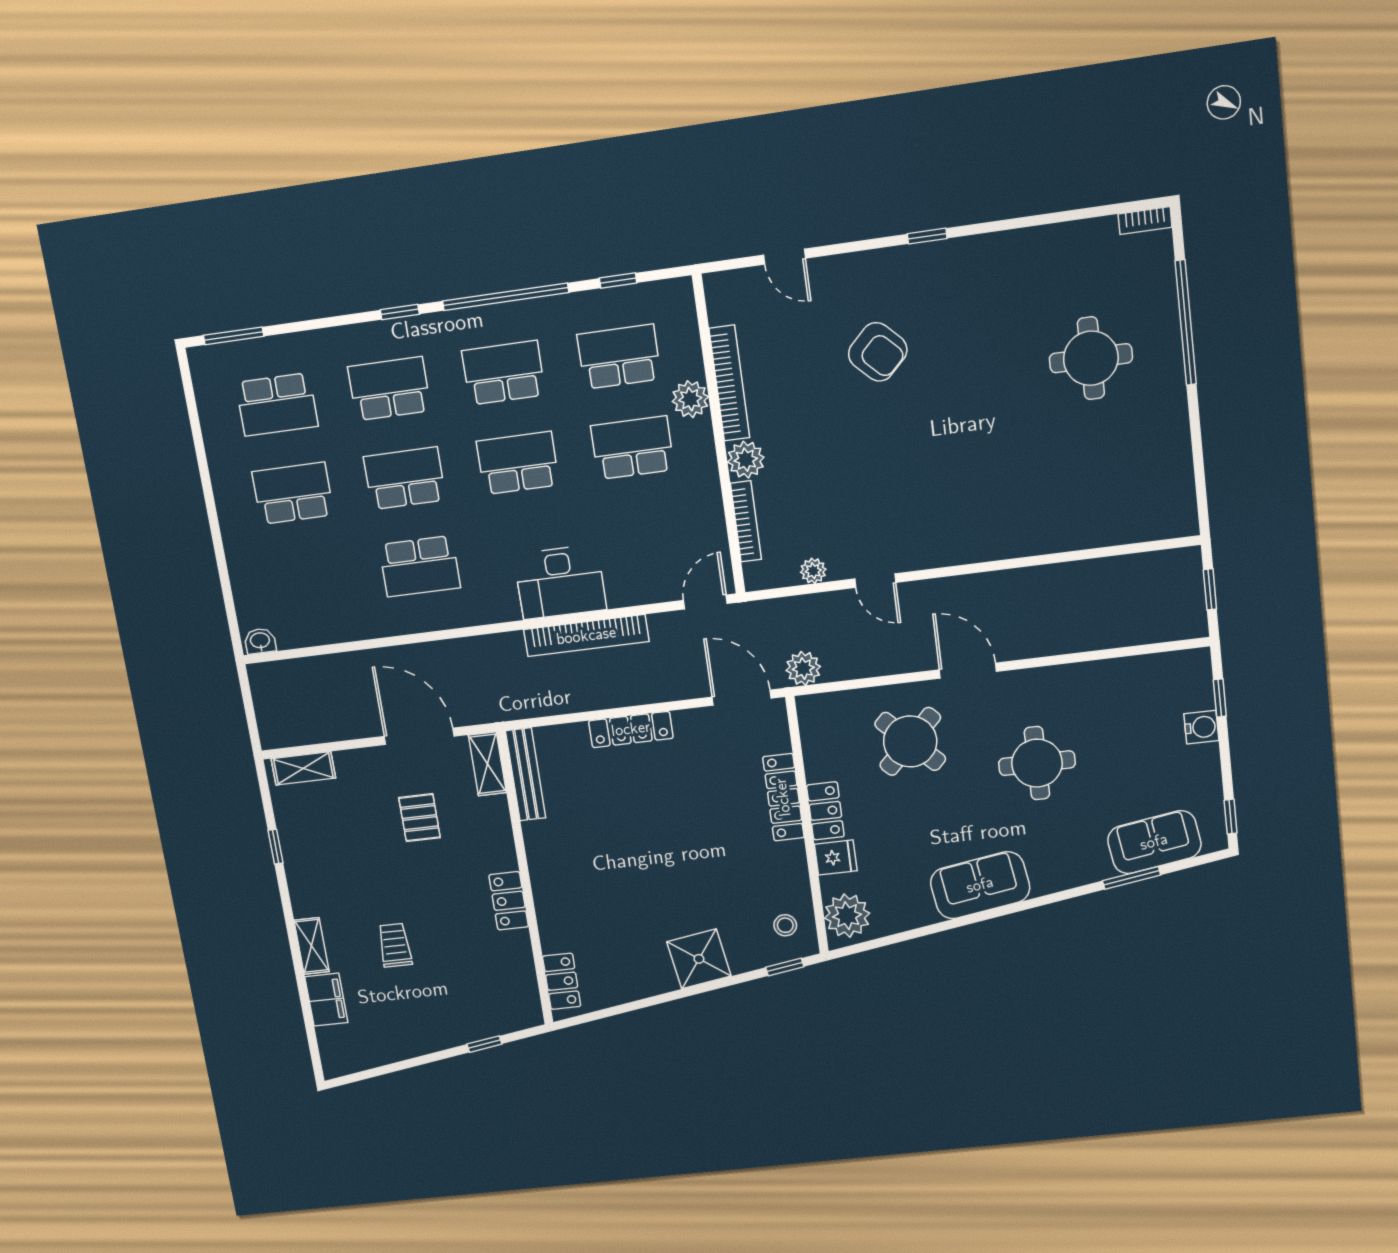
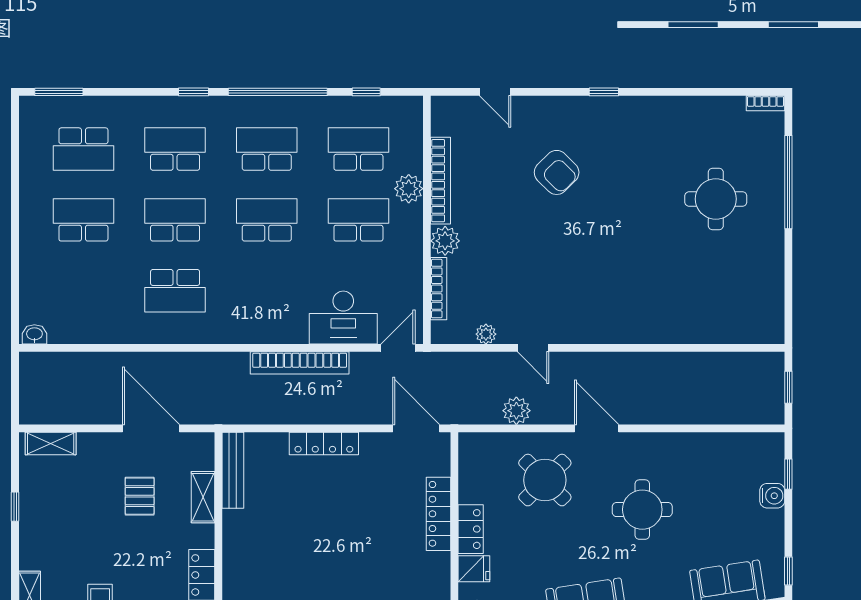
desk: (560, 582) -> (343, 318), moved
plant: (803, 668) -> (516, 411), moved
shelving: (487, 764) -> (203, 497), moved

